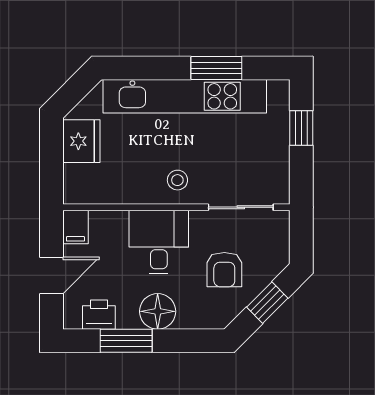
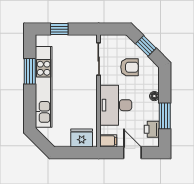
fridge: (81, 141) -> (82, 138), moved
stool: (177, 180) -> (85, 90), removed
desk: (159, 242) -> (116, 105), width x1.37
floor lamp: (158, 311) -> (154, 96), width x0.53, depth x0.53

